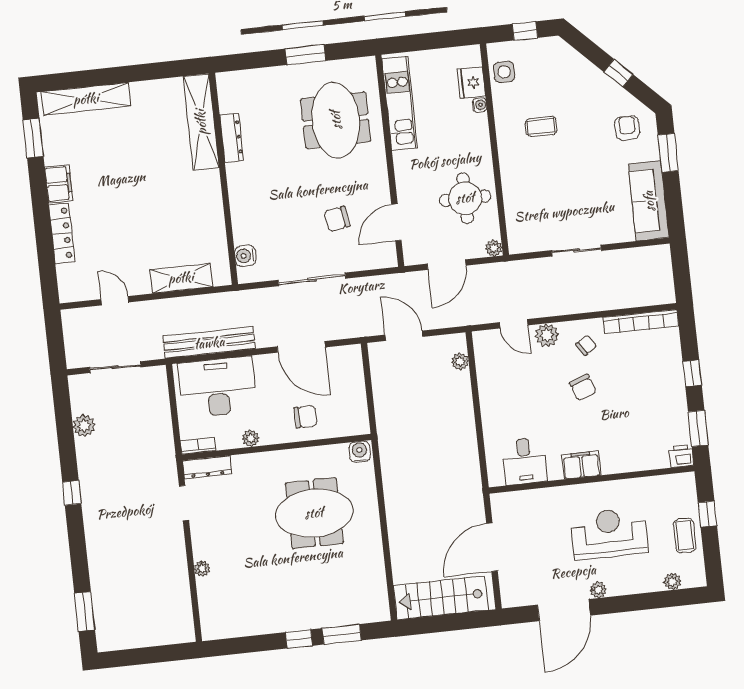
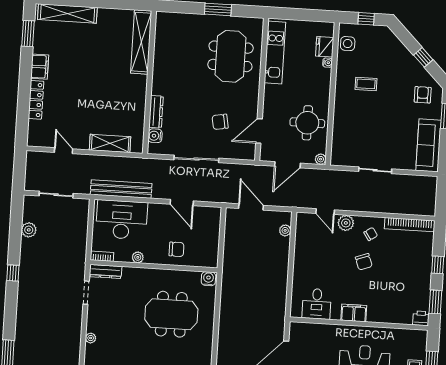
dresser: (232, 138) -> (156, 112), moved
door: (301, 347) -> (182, 203), width x0.73

